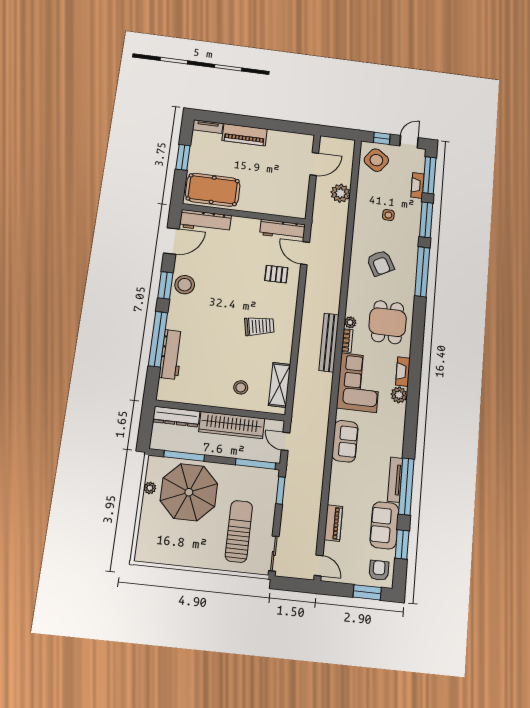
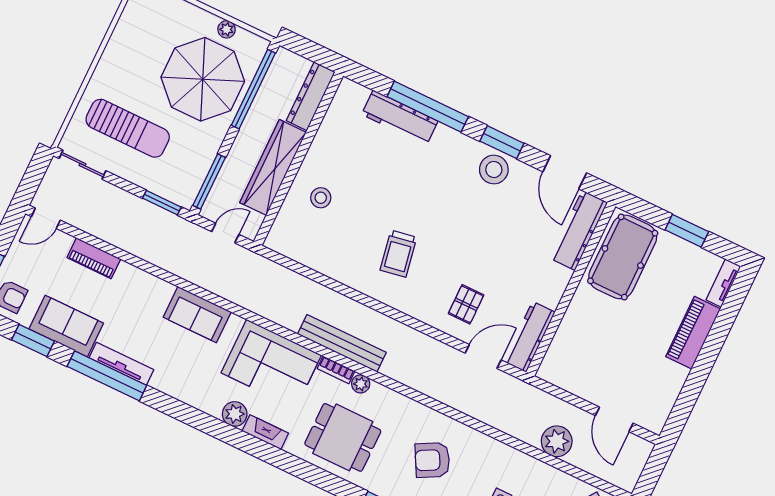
shelving: (280, 385) -> (306, 253), removed
window: (184, 456) -> (253, 89), width x1.46

